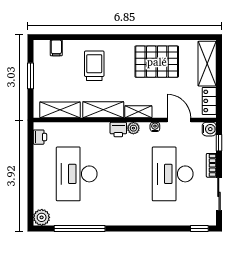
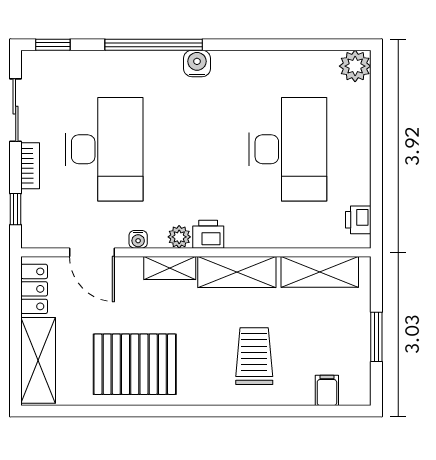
trolley: (94, 66) -> (254, 356), turned 180
water cooler: (209, 129) -> (197, 63), moved, turned 90
window: (80, 228) -> (154, 45), moved

